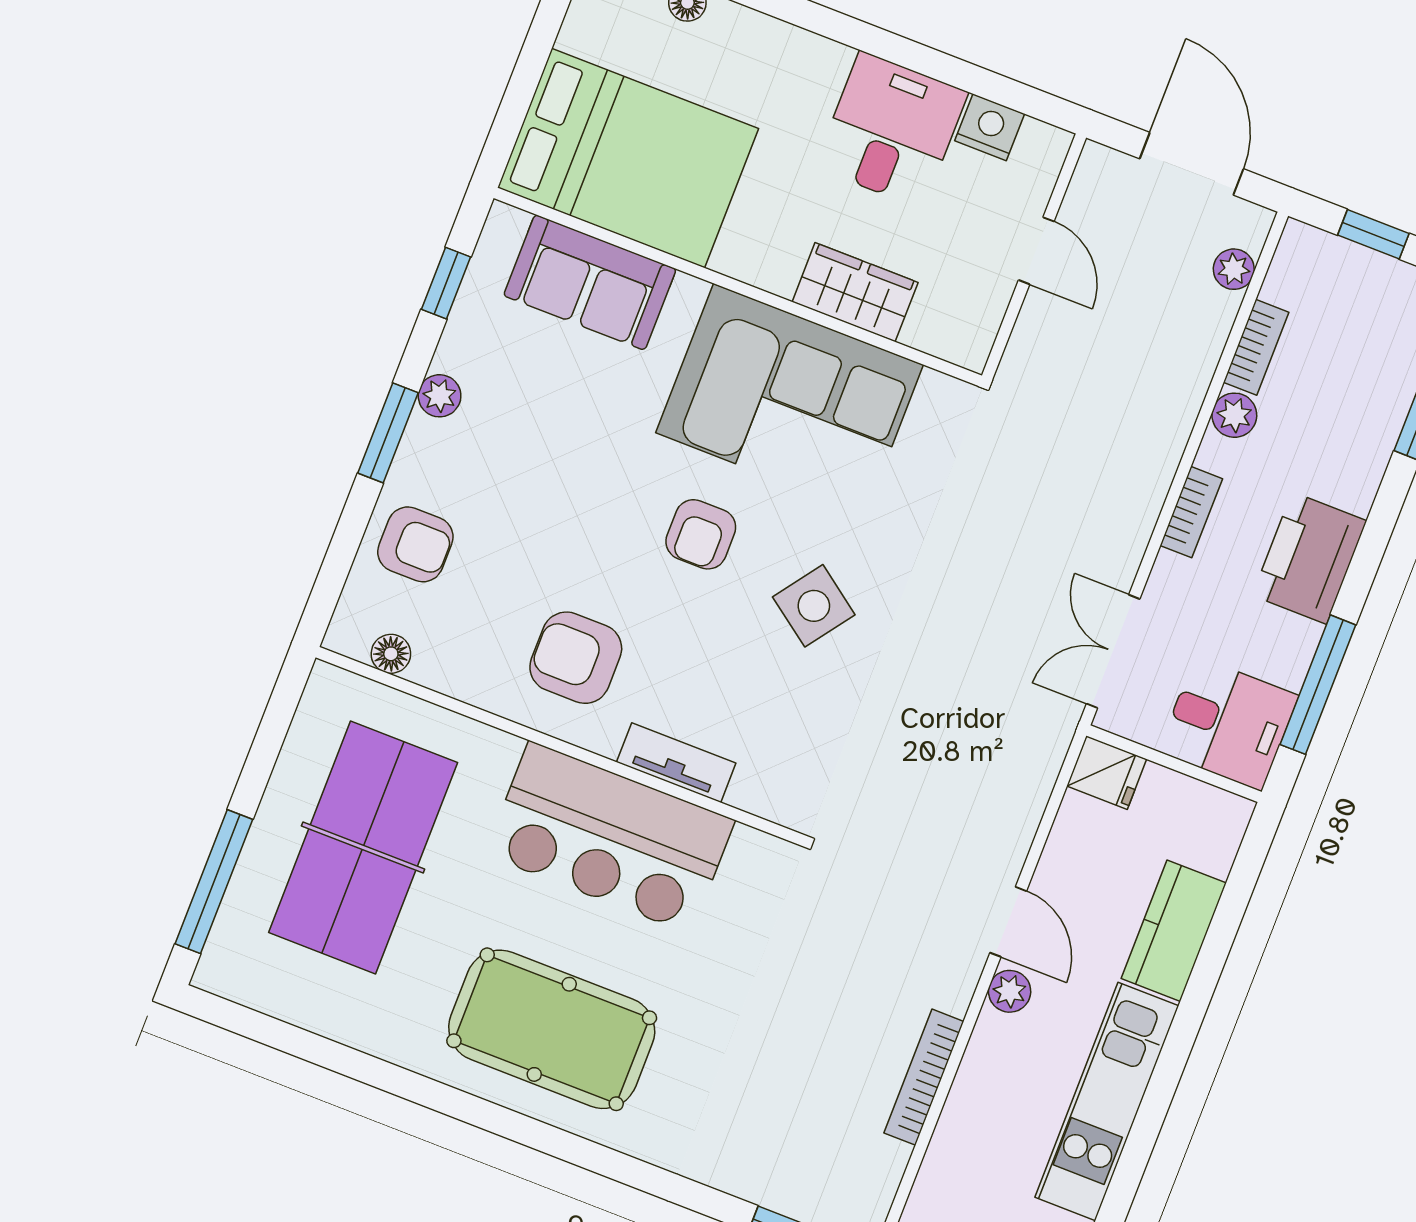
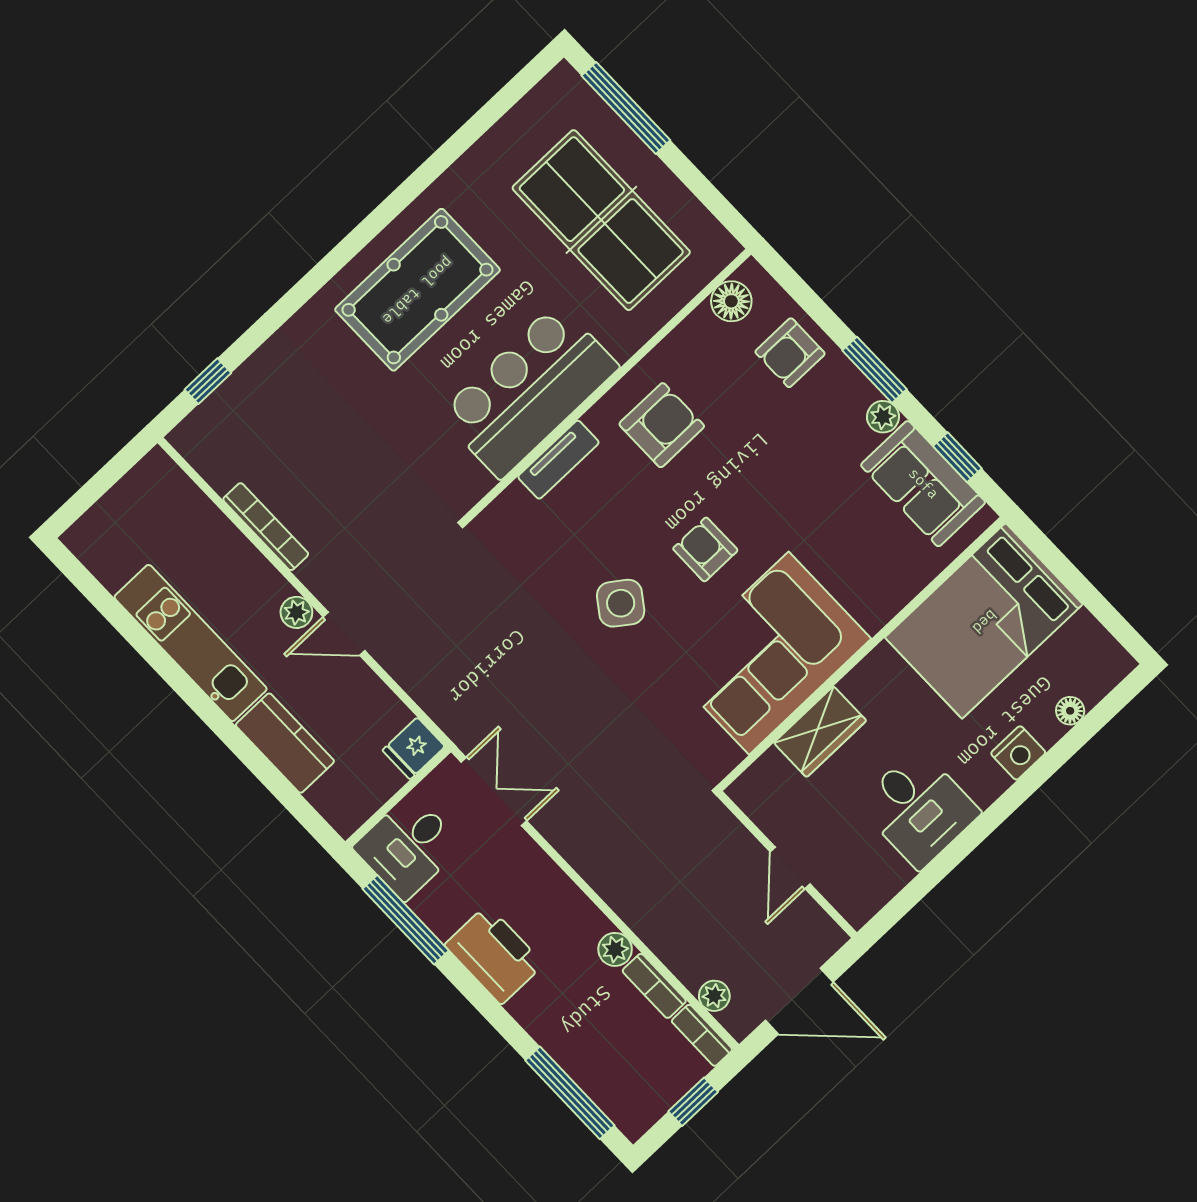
nightstand: (990, 127) -> (1018, 753), moved
door: (1036, 251) -> (790, 868), hinge flipped
sofa: (590, 282) -> (923, 484), moved, turned -90
bookcase: (1191, 512) -> (702, 1035), moved
floor lamp: (391, 654) -> (731, 301), width x1.37, depth x1.37

